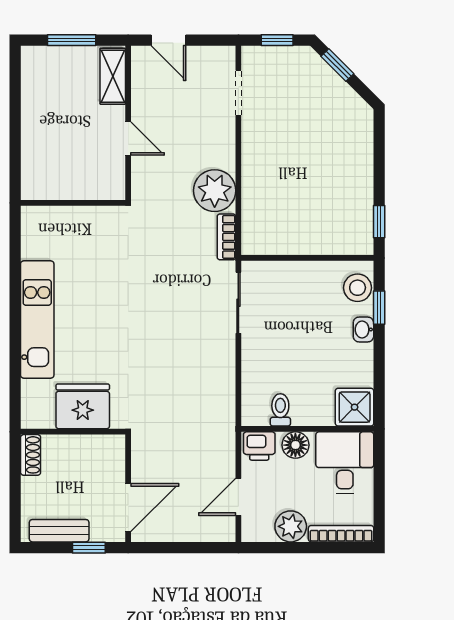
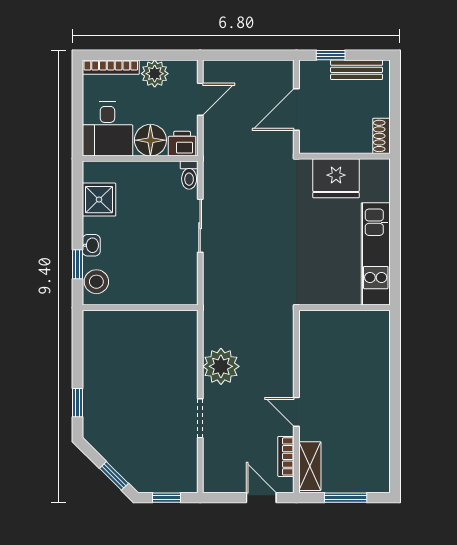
doorway: (238, 93) -> (200, 418), moved
wall: (73, 203) -> (344, 308), moved
window: (379, 222) -> (78, 403), moved
bookcase: (226, 237) -> (286, 456), moved, turned 180
sliding door: (238, 303) -> (200, 226), moved
shower: (355, 407) -> (99, 200), moved
toilet: (280, 410) -> (189, 175), moved
floor lamp: (295, 445) -> (150, 140), width x1.38, depth x1.38
door: (128, 508) -> (296, 110), moved

